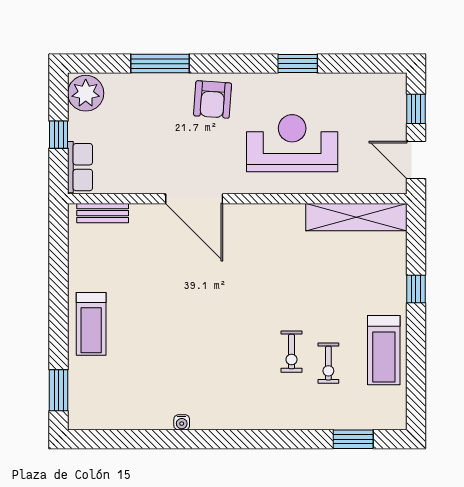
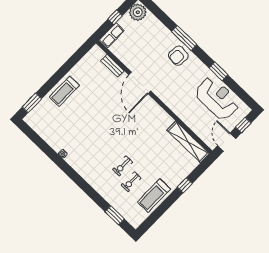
window: (160, 64) -> (184, 38), moved
reception desk: (292, 143) -> (217, 98), moved
bench: (103, 213) -> (112, 66), moved

